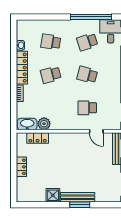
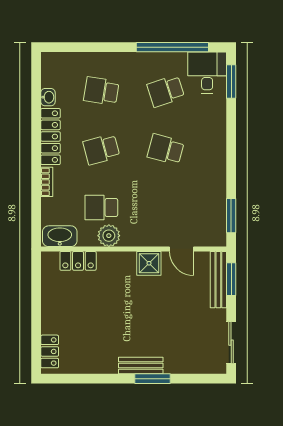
school desk: (87, 108) -> (101, 207), moved
plant: (44, 124) -> (109, 236), moved
locker: (21, 167) -> (50, 351), moved
shower: (53, 195) -> (149, 263), moved
bench: (78, 197) -> (141, 366), width x0.73

